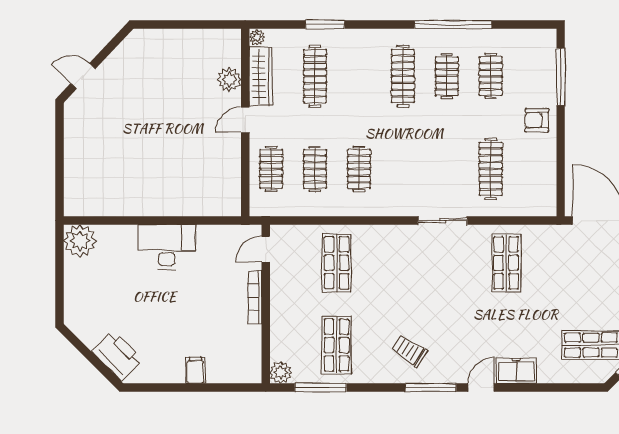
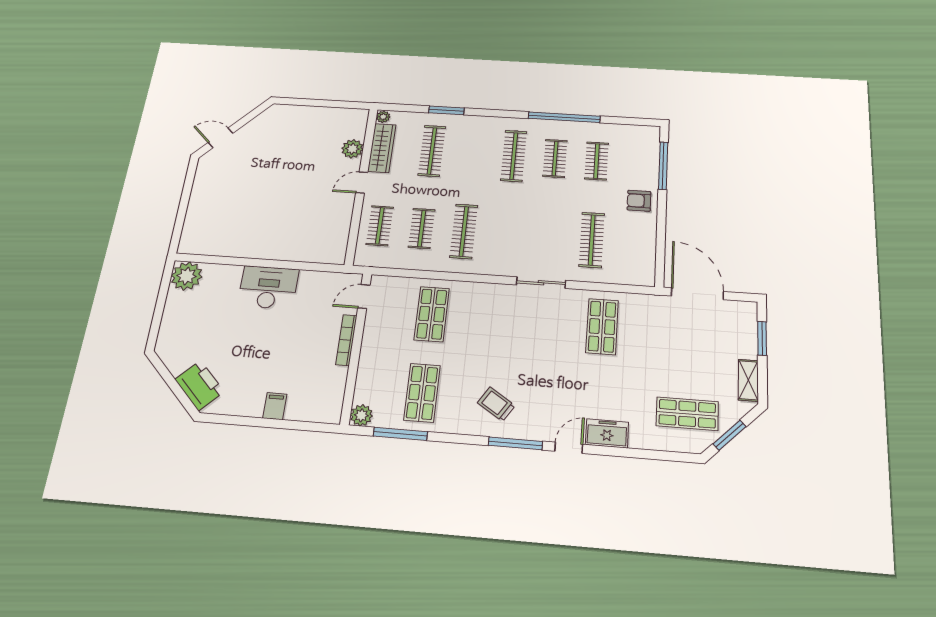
clothes rail: (359, 169) -> (464, 231), width x1.36

